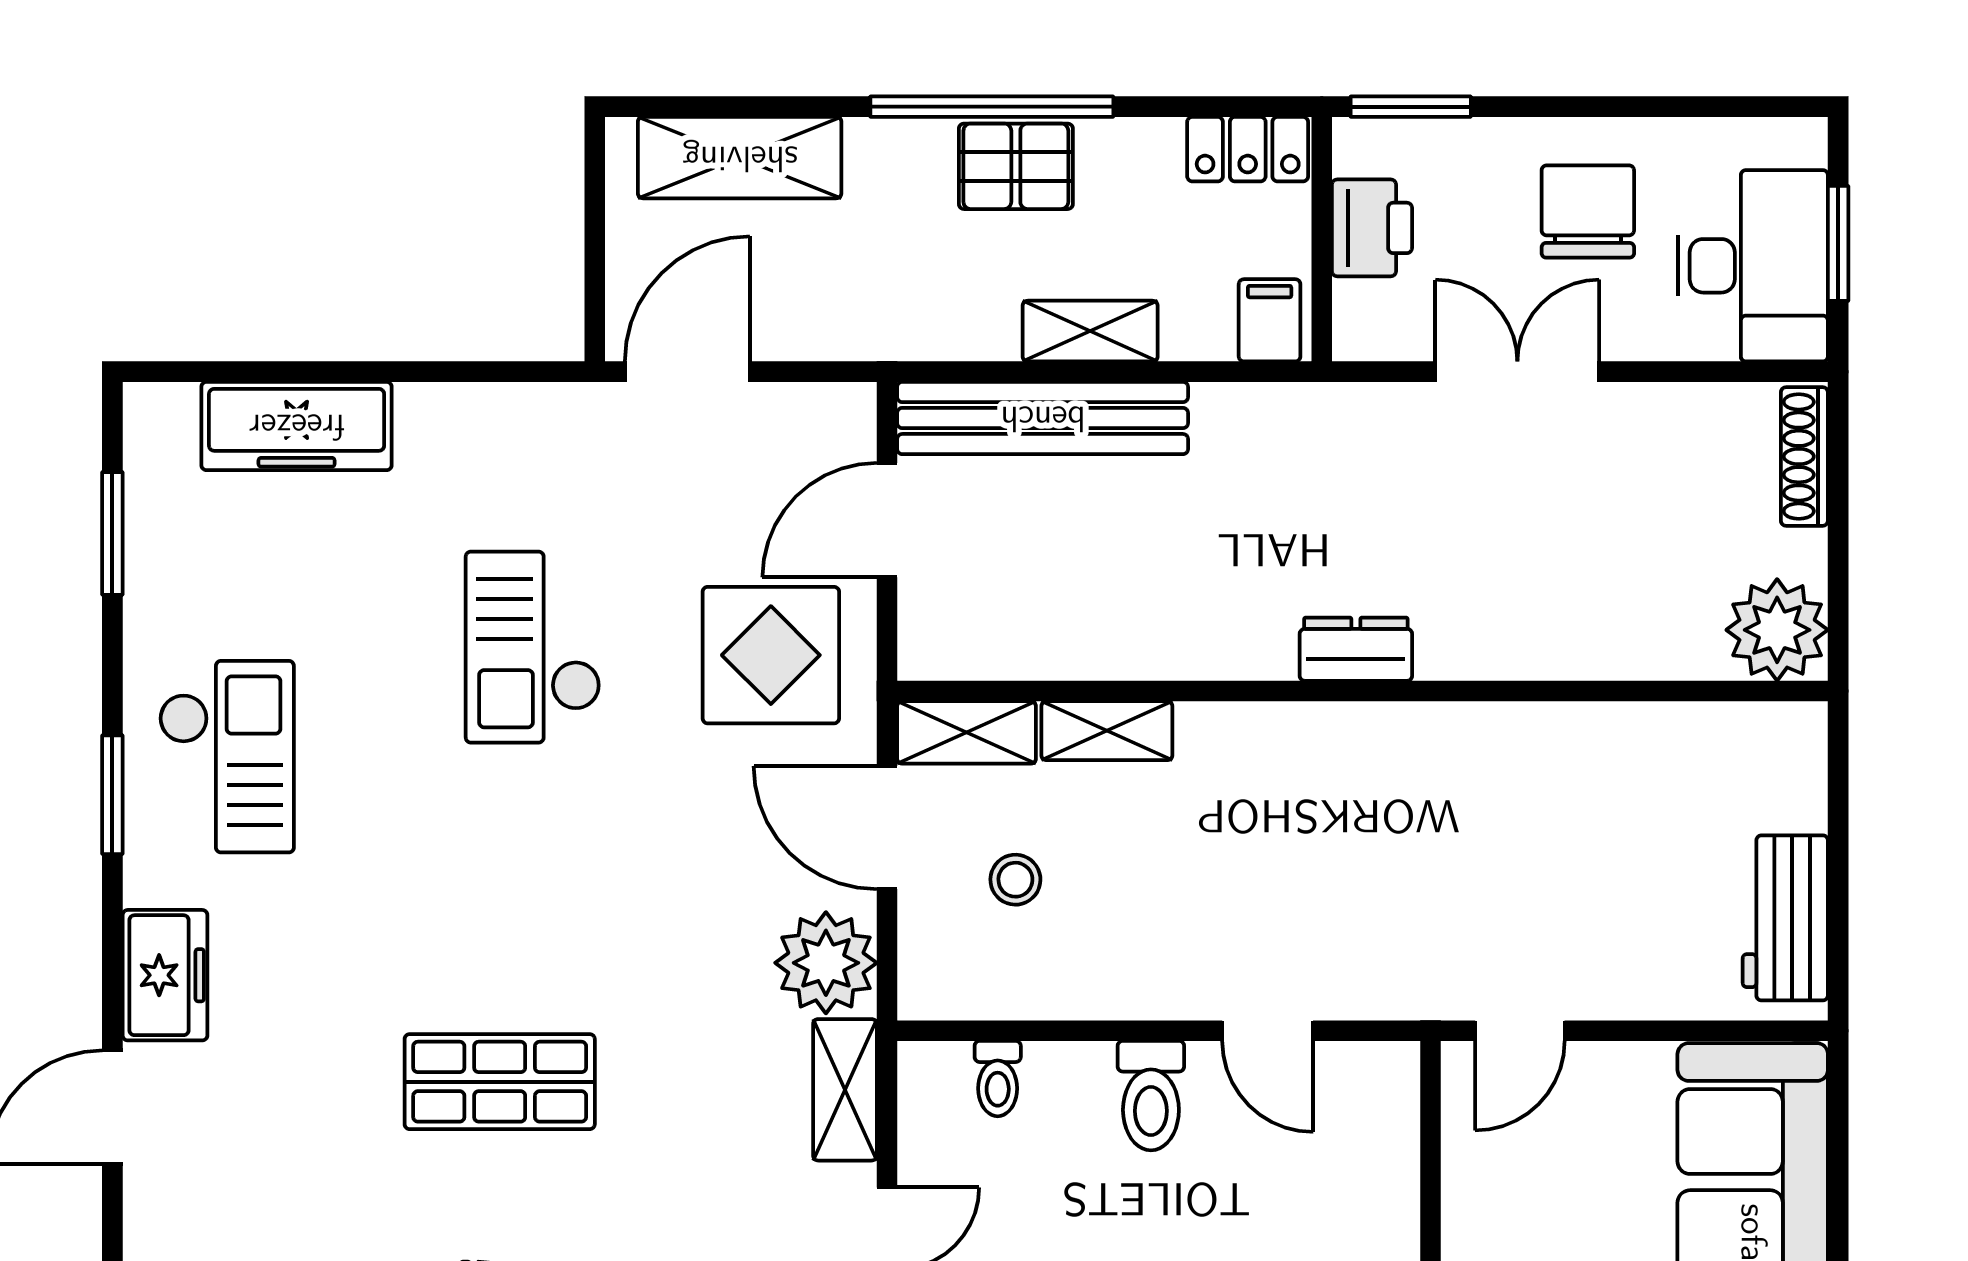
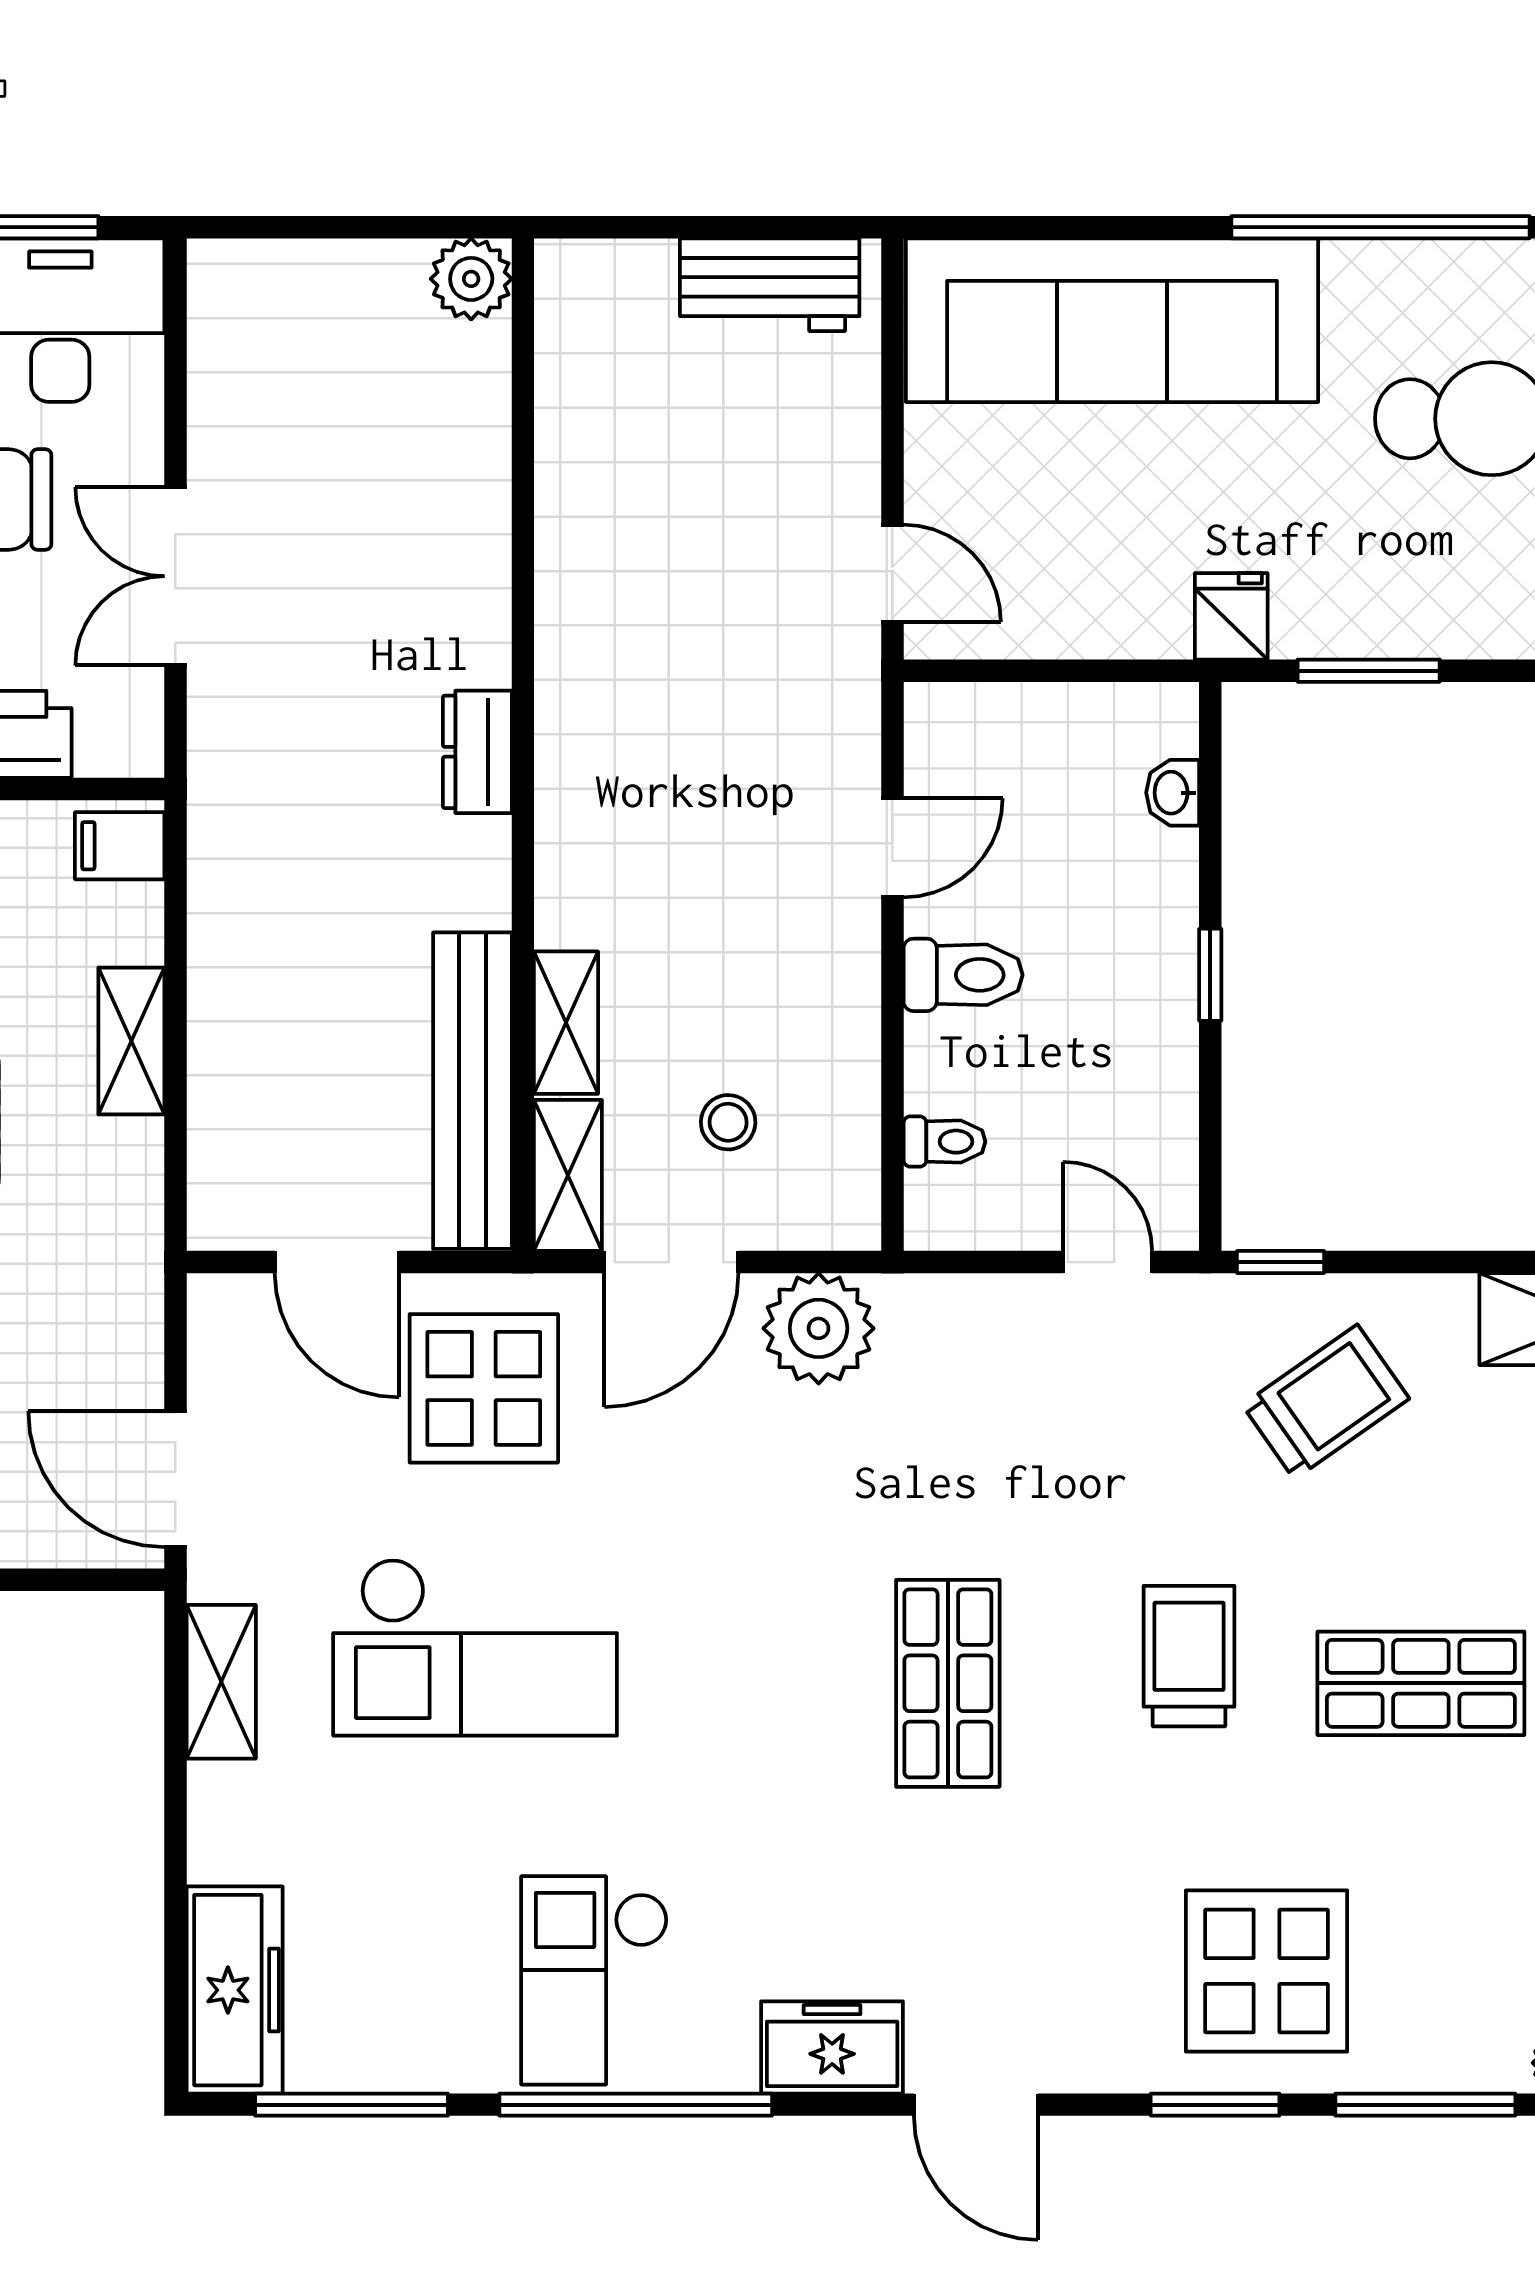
bench: (1043, 418) -> (472, 1091), moved
freezer: (297, 426) -> (235, 1990), moved
shoe rack: (1804, 456) -> (268, 264), removed
window: (112, 533) -> (351, 2105), width x1.44
plant: (1777, 630) -> (471, 279), width x0.73, depth x0.73
checkout: (533, 647) -> (475, 1647), width x1.36, depth x1.21
checkout: (227, 757) -> (594, 1980), turned -90
window: (112, 795) -> (636, 2105), width x2.11
shelving: (845, 1090) -> (221, 1682), moved, turned 90

